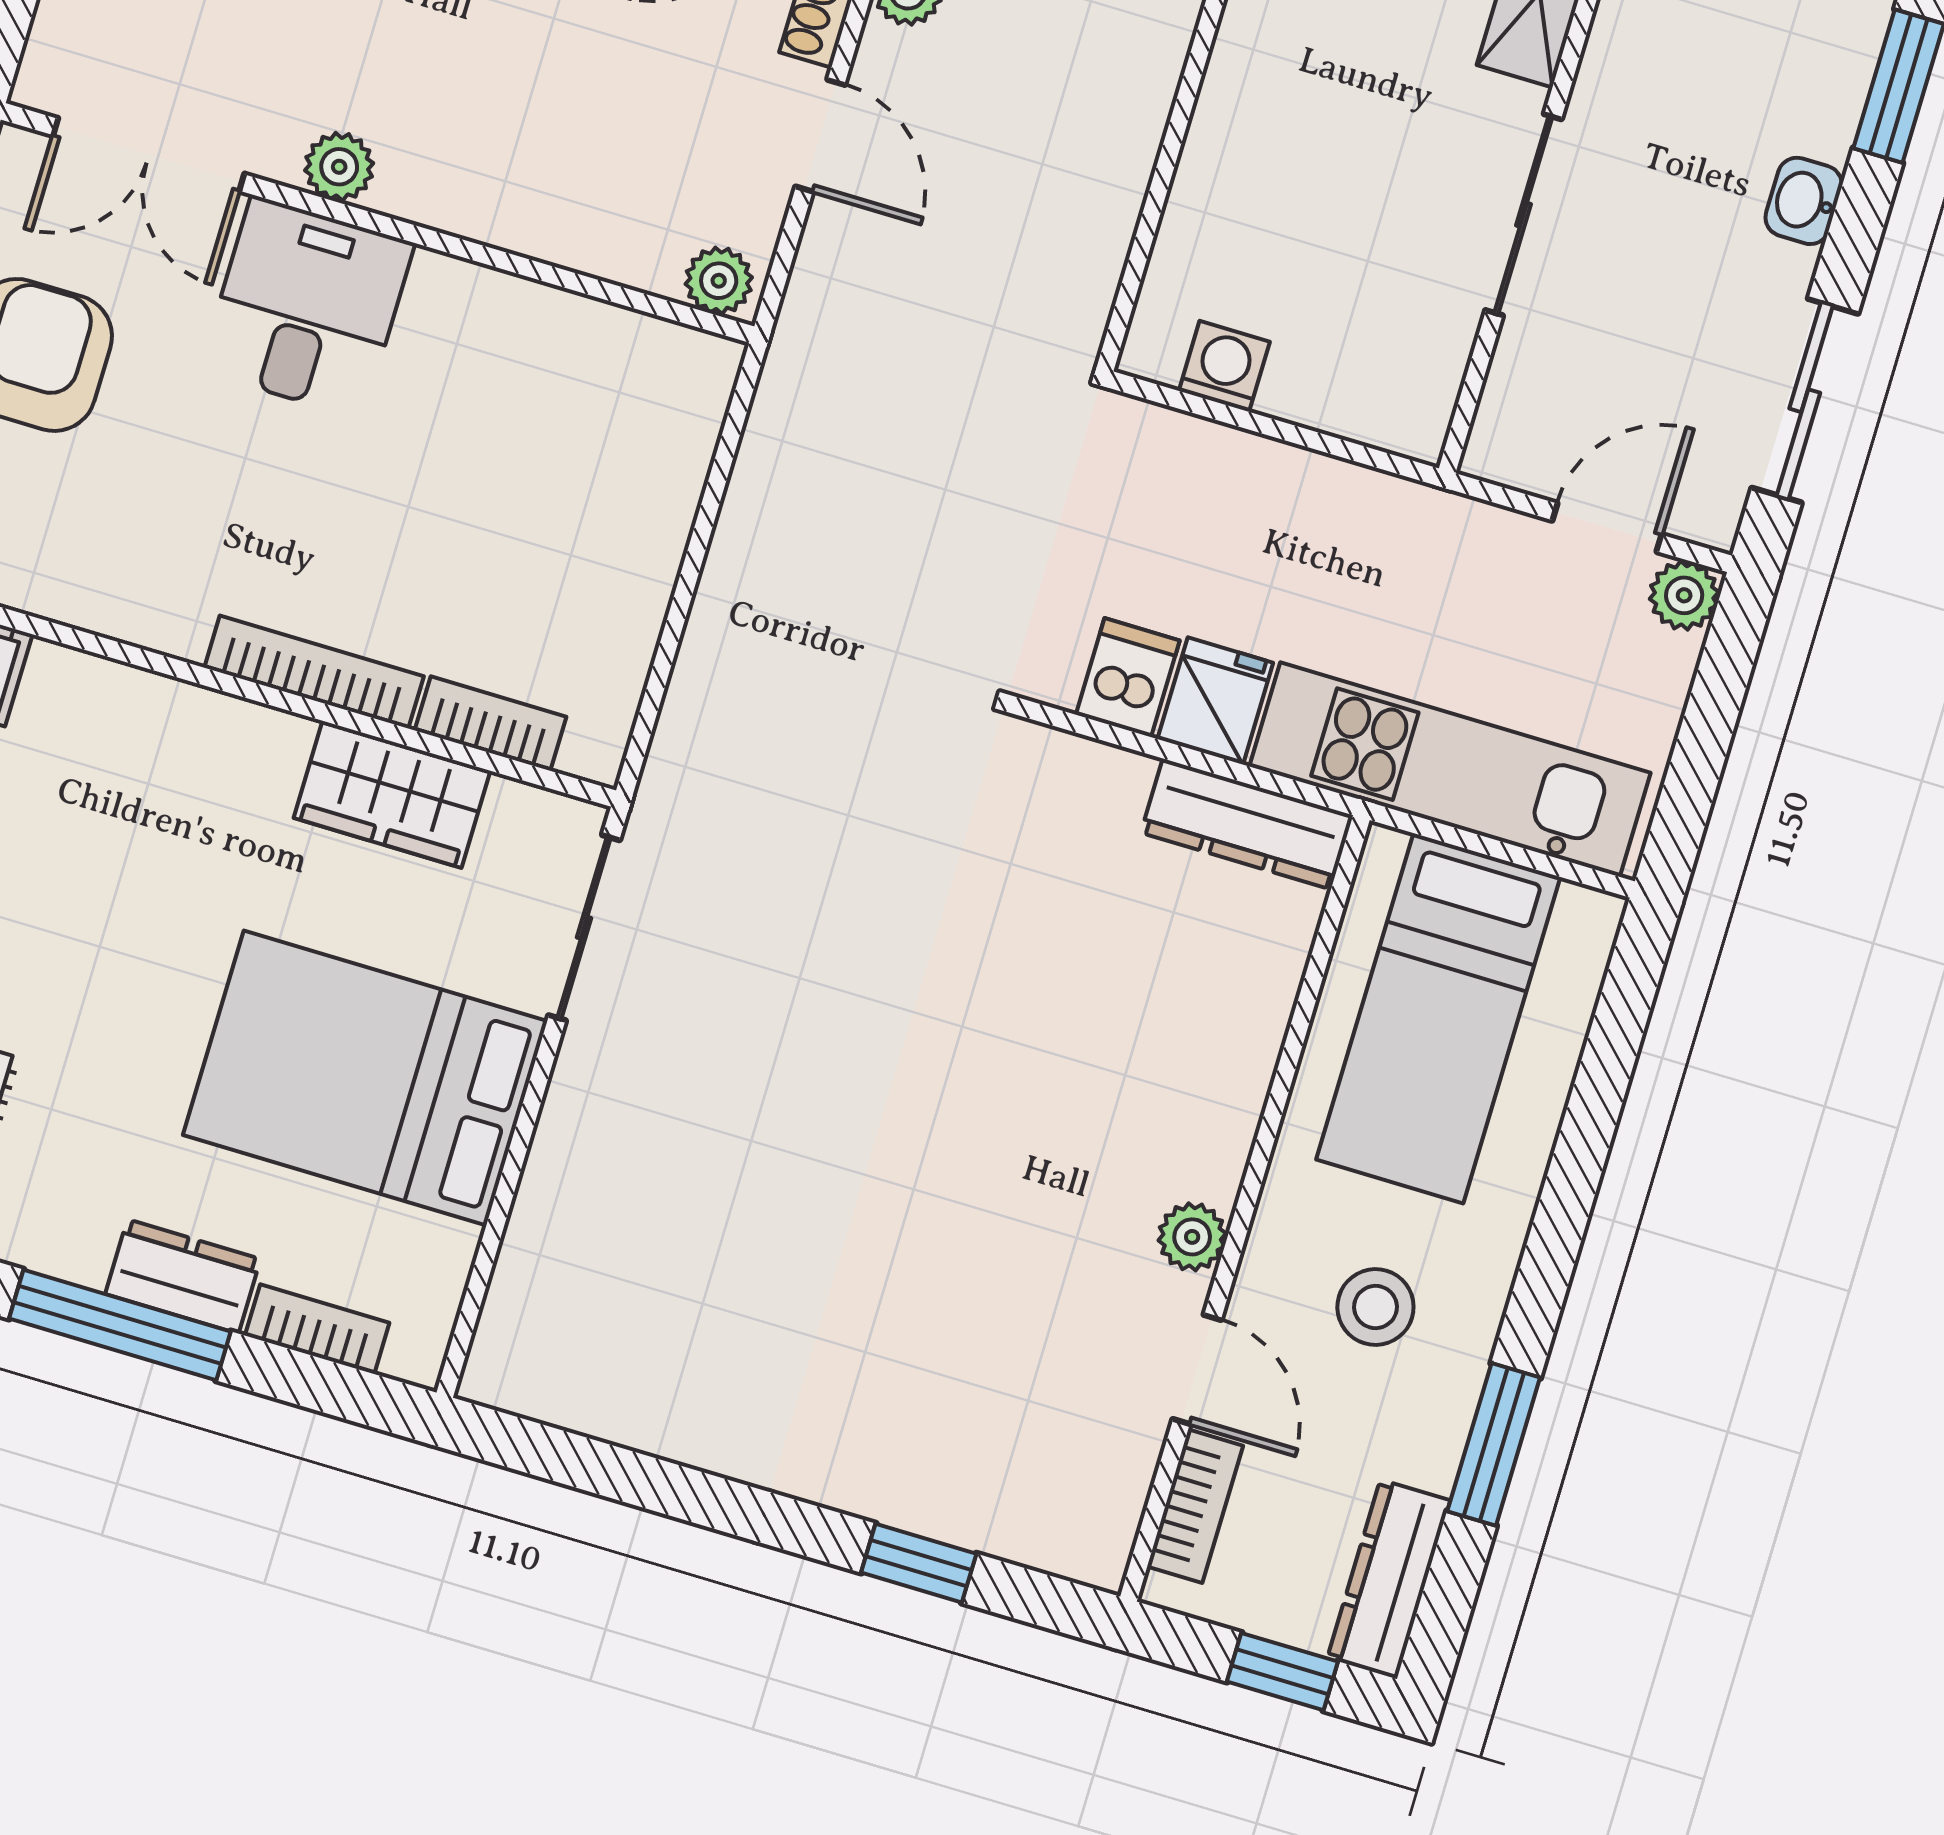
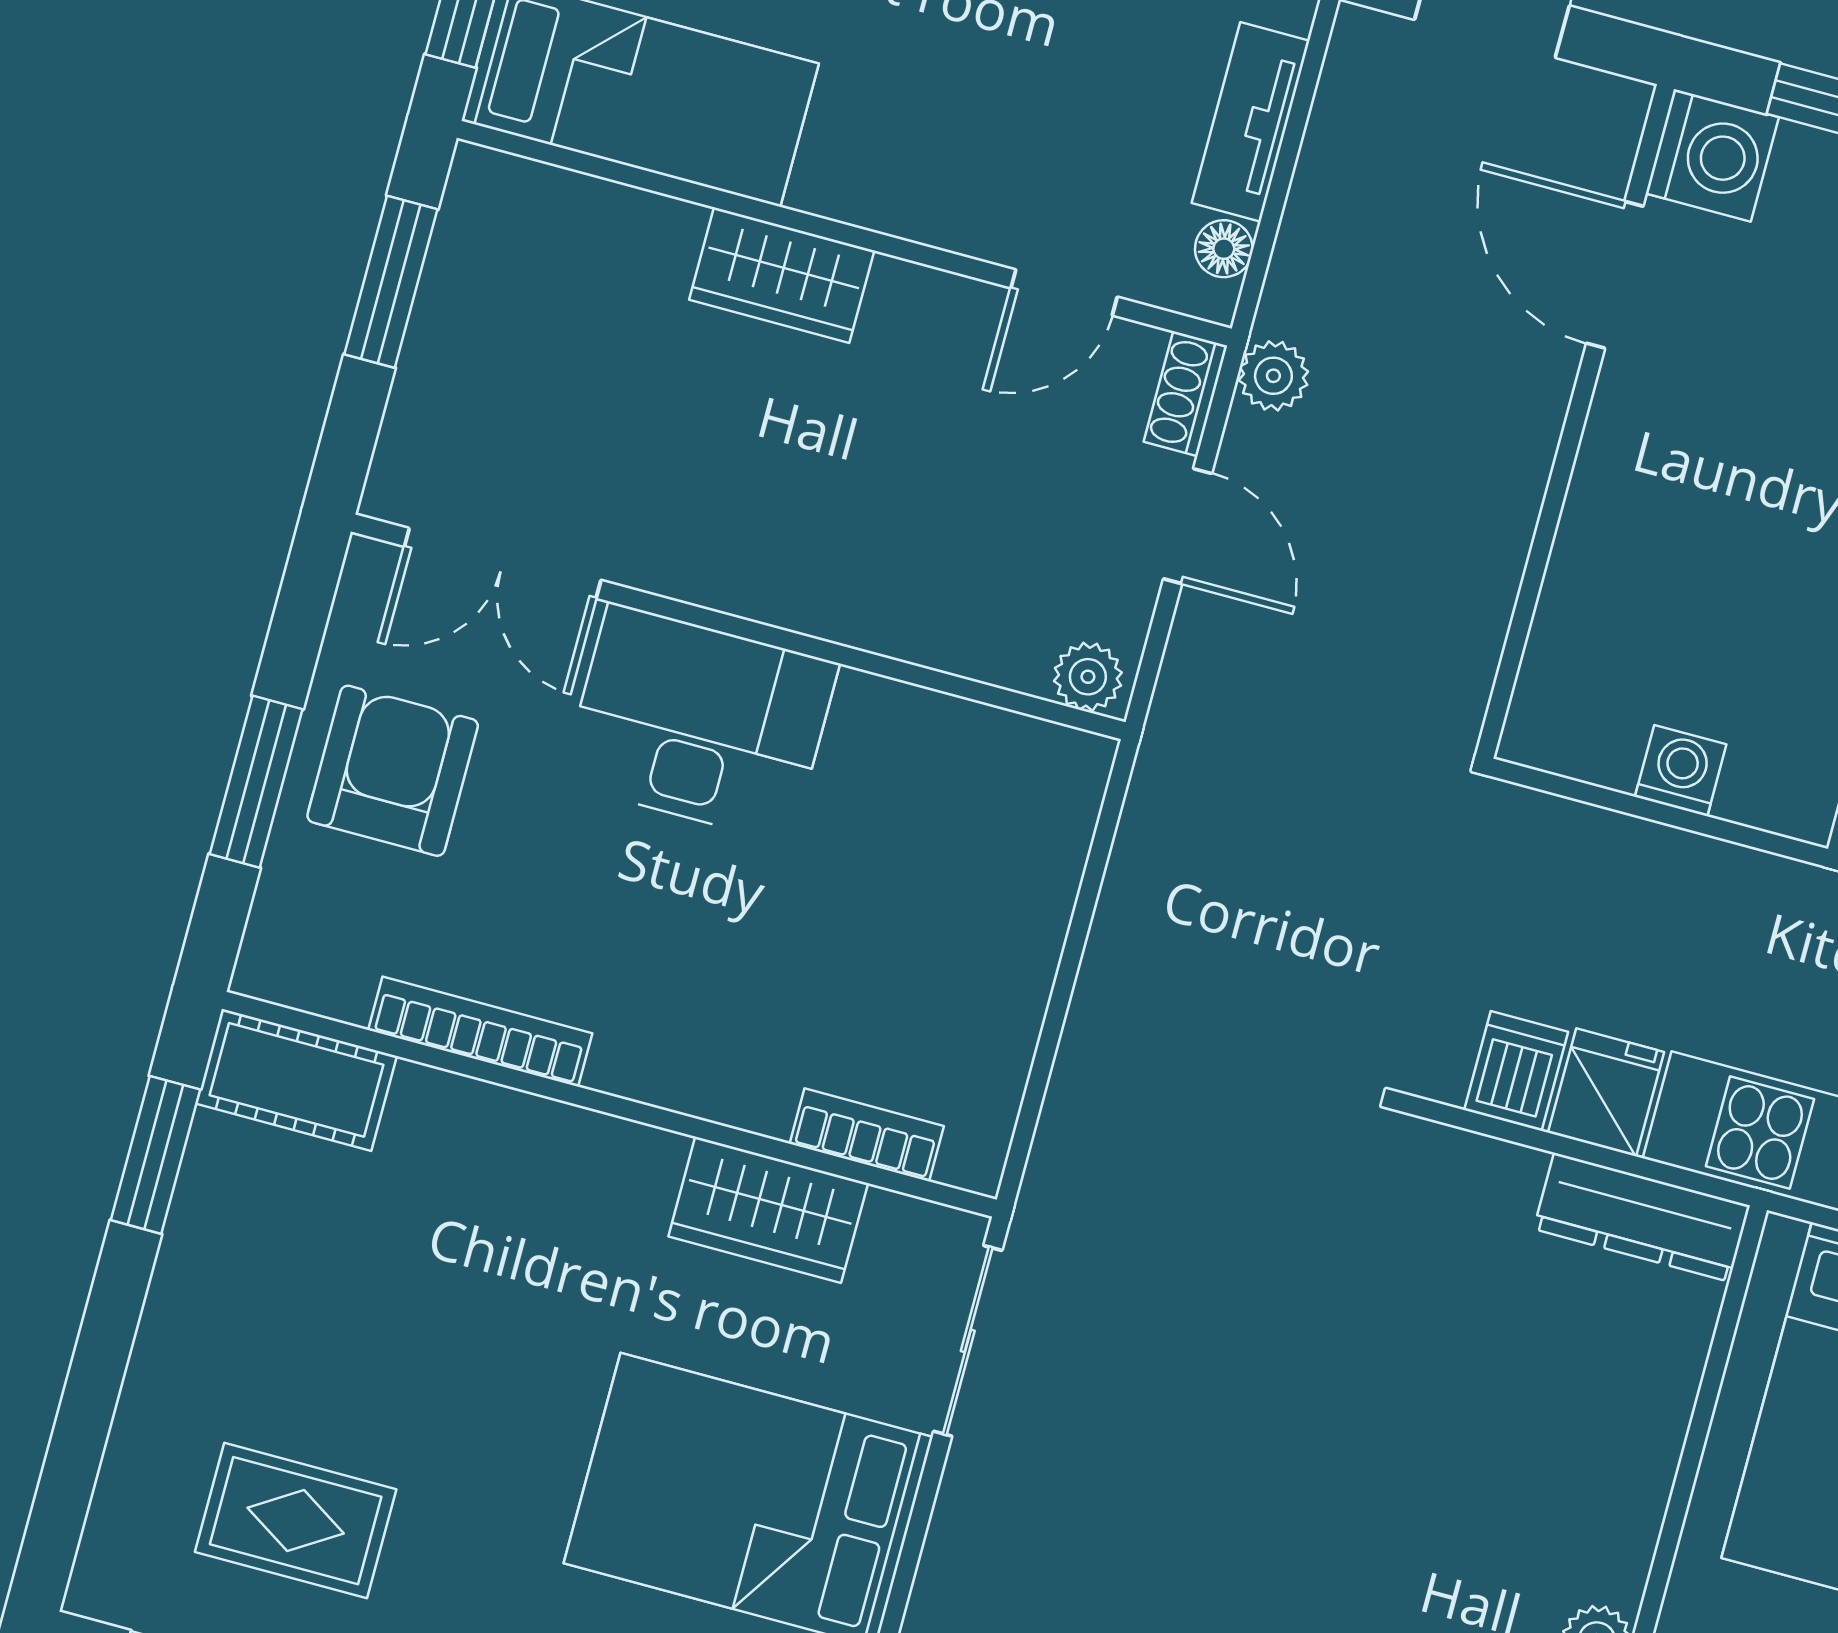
plant: (339, 167) -> (697, 571), removed
desk: (307, 307) -> (700, 723), width x1.37
washing machine: (1224, 366) -> (1681, 771), moved
bookcase: (314, 672) -> (480, 1032), moved

